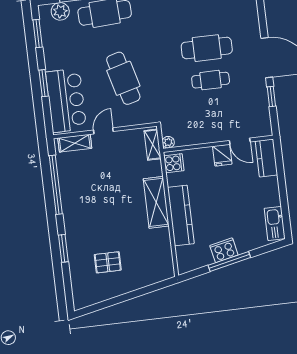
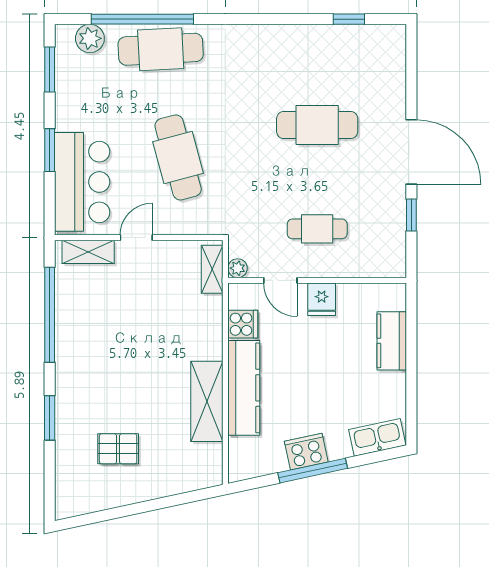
cafe table: (211, 80) -> (317, 229), moved
door: (240, 141) -> (280, 280), moved
kitchen counter: (266, 158) -> (392, 341), moved
cooker: (174, 163) -> (243, 324), moved
shelving: (156, 202) -> (207, 401), moved
kitchen sink: (275, 223) -> (377, 437), moved, turned 78

